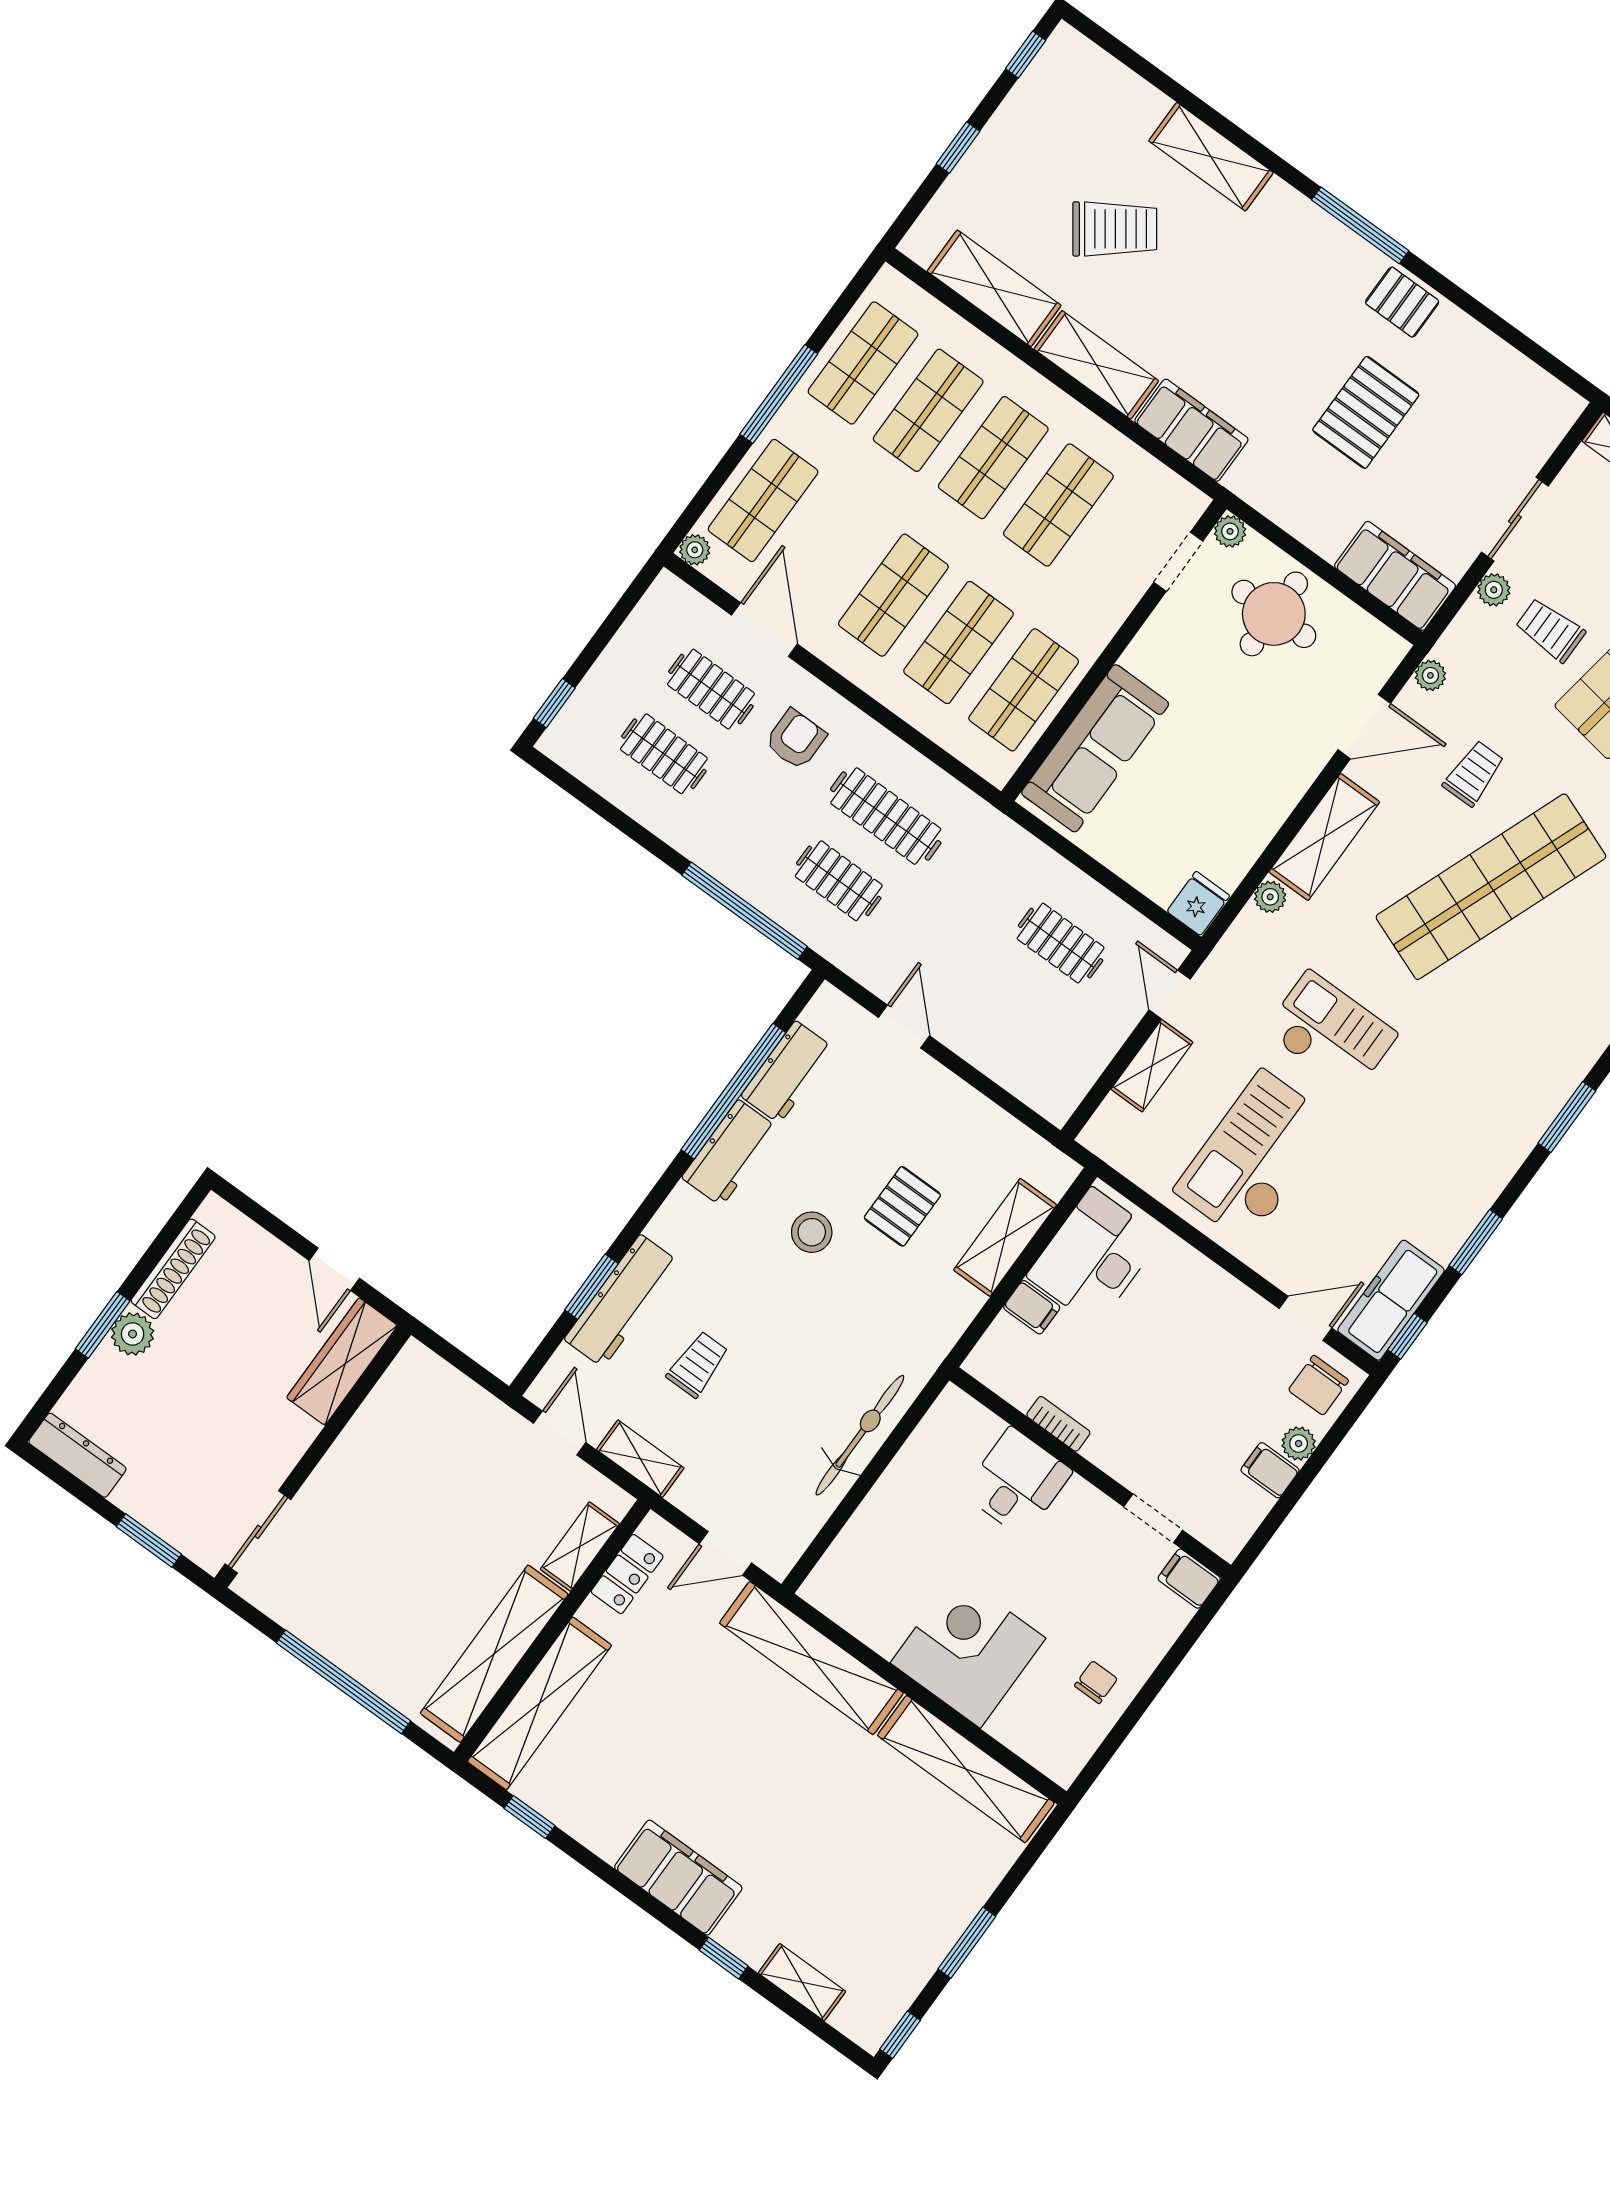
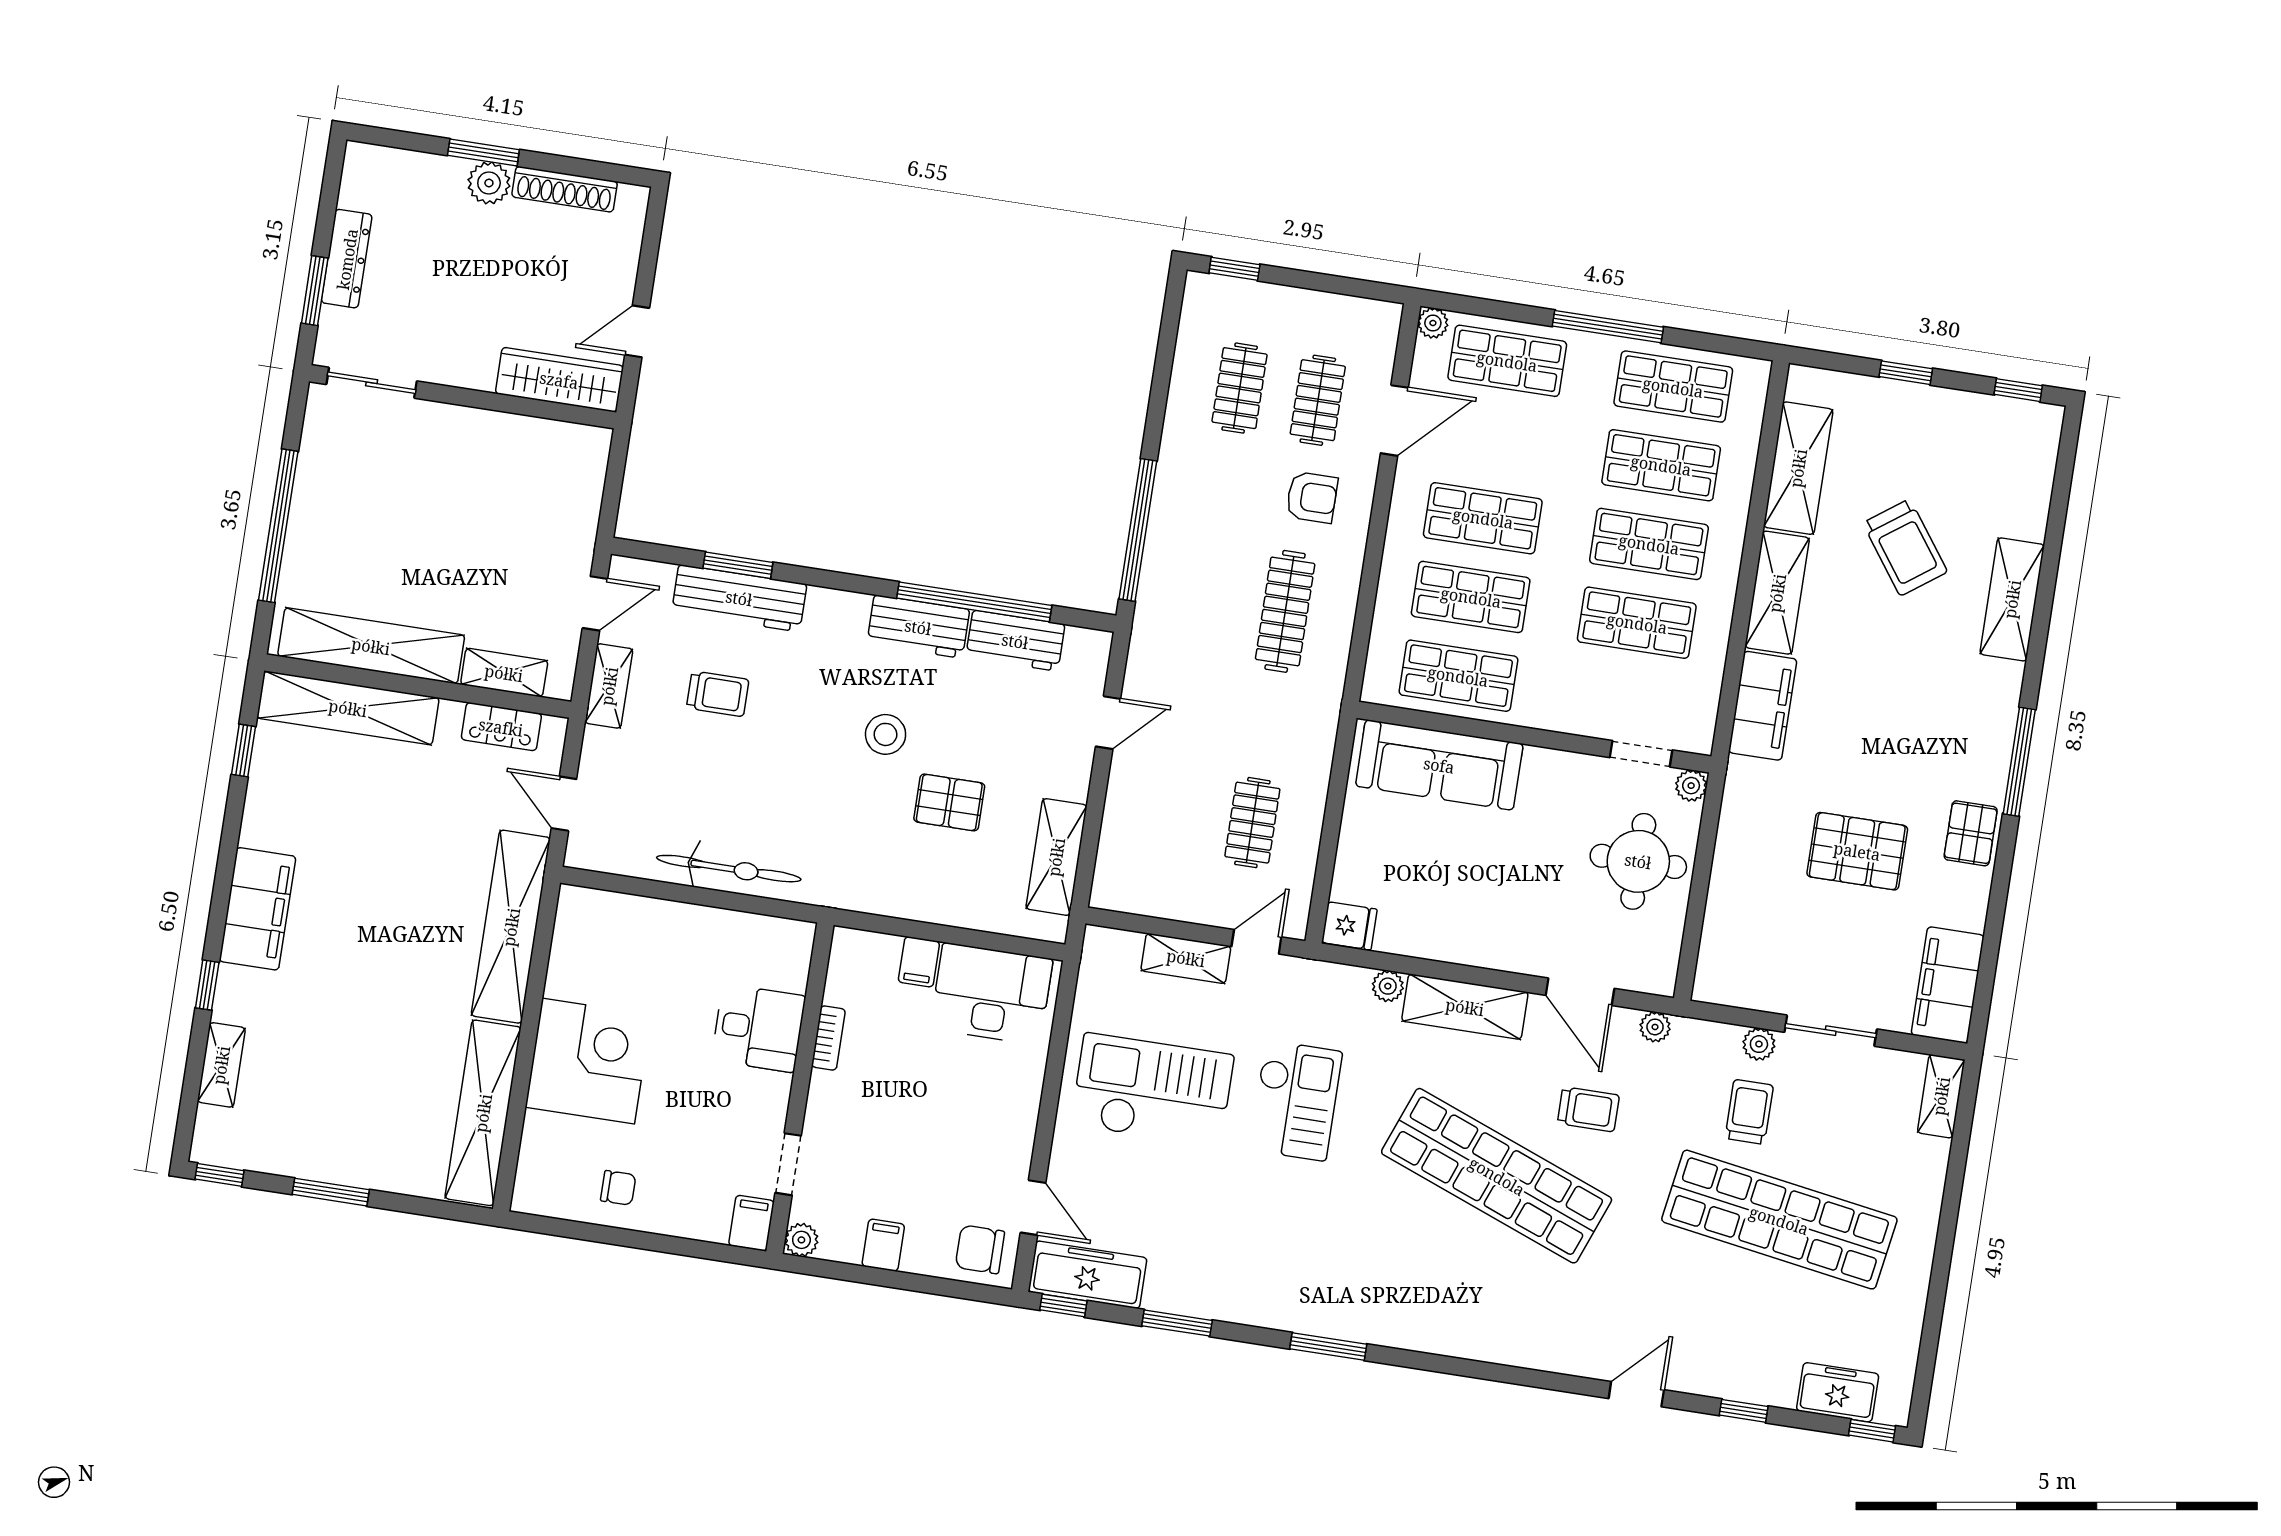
filing cabinet: (1395, 576) -> (1948, 985), moved, turned 180
clothes rail: (839, 881) -> (1207, 599), removed
shelving: (1005, 1237) -> (1056, 857), moved, turned 90
plant: (1299, 1444) -> (801, 1240), moved
dresser: (77, 1455) -> (347, 259), moved

